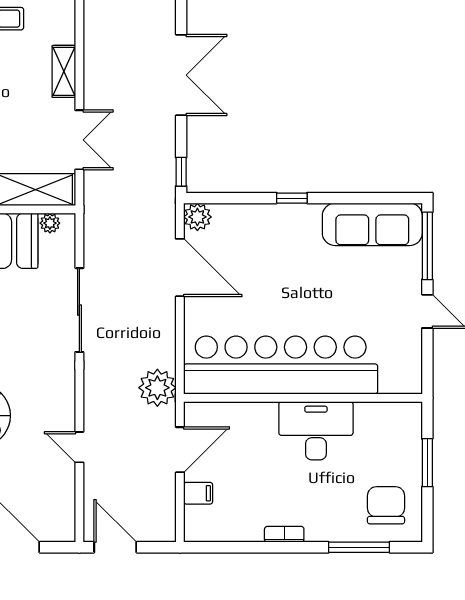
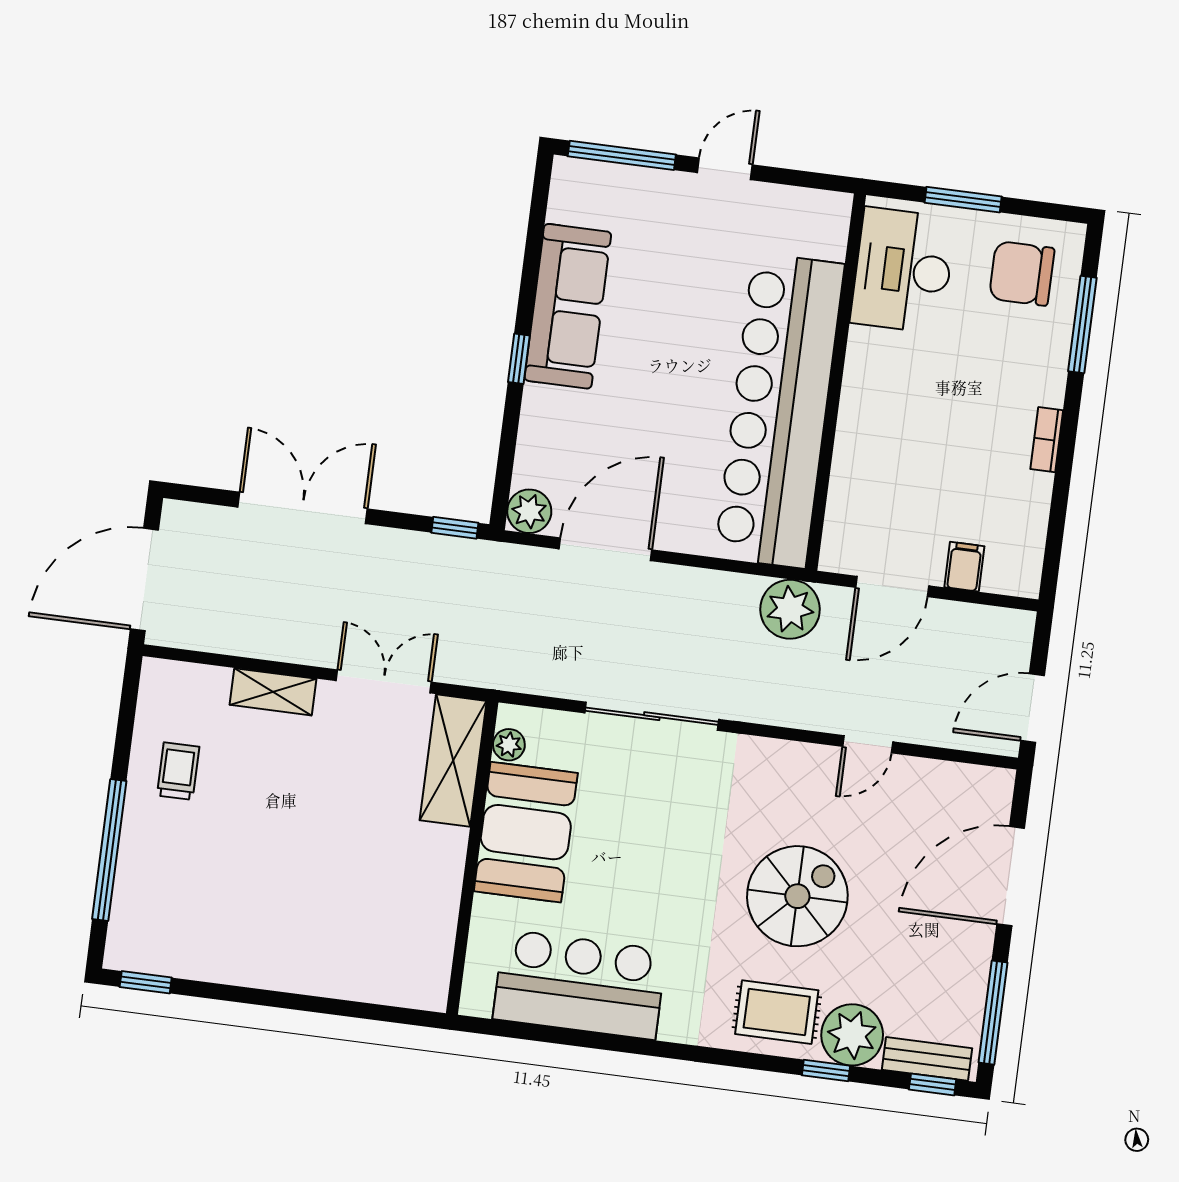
sofa: (372, 224) -> (568, 306), moved
desk: (316, 431) -> (903, 270), moved
door: (180, 450) -> (892, 587), swing flipped

